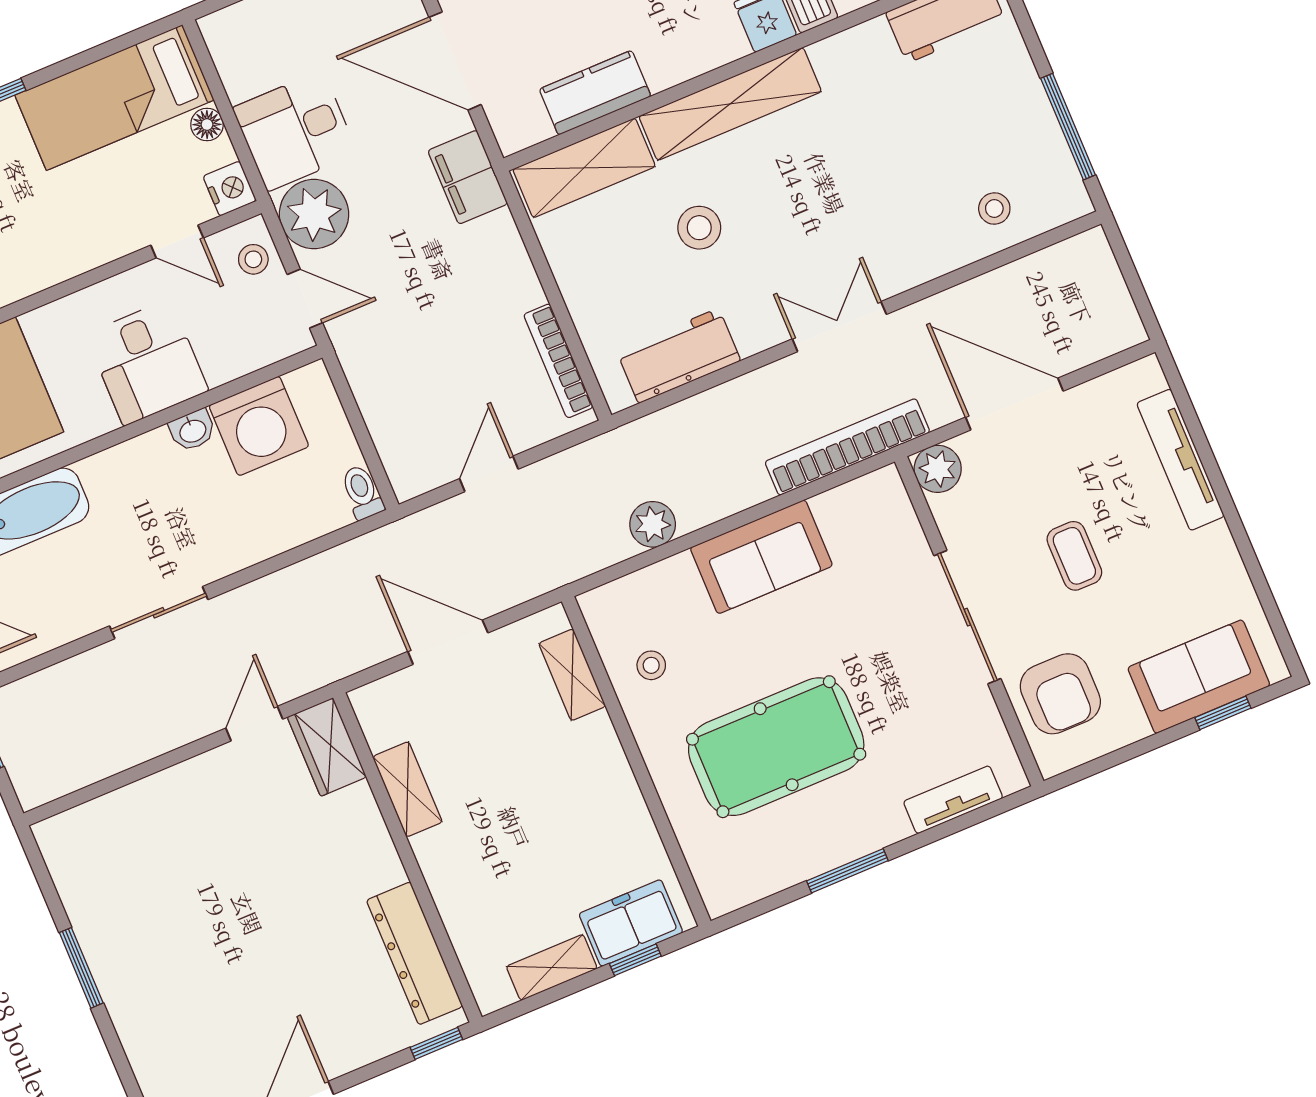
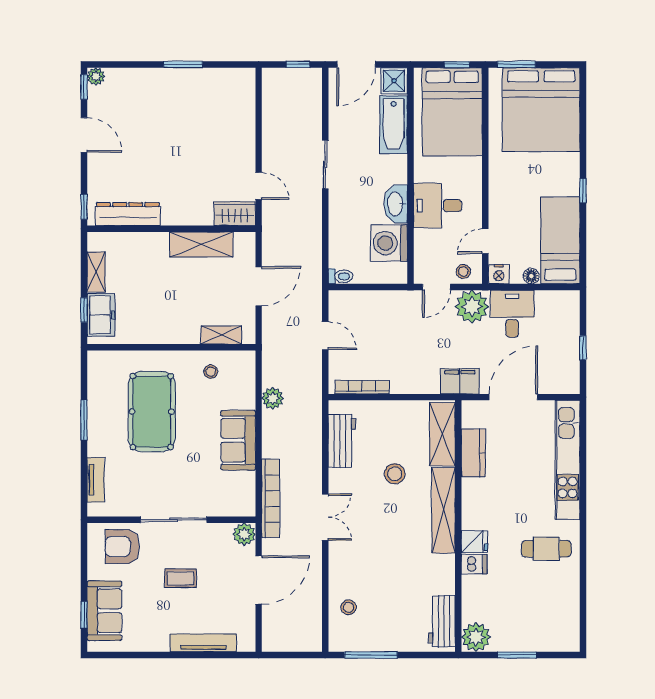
washbasin: (192, 430) -> (396, 204), width x1.91, depth x1.45
shelving: (408, 789) -> (201, 244), width x1.50, depth x1.33

